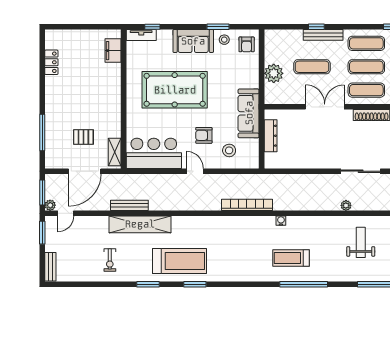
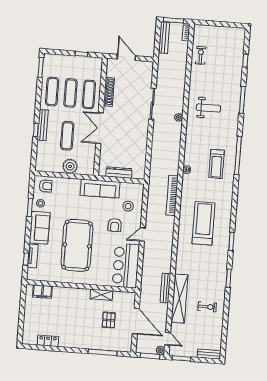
tv unit: (141, 35) -> (33, 256), moved
shelving: (115, 152) -> (101, 295), moved
shelving: (140, 224) -> (180, 298), moved
weight bench: (361, 242) -> (208, 108), turned 180
treadmill: (179, 261) -> (203, 223), moved

